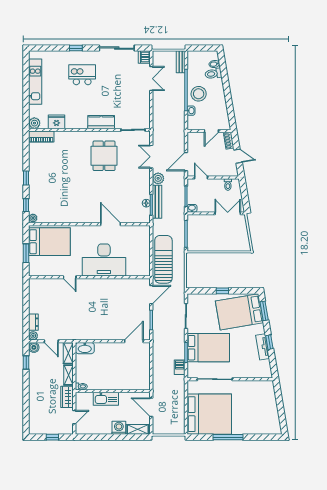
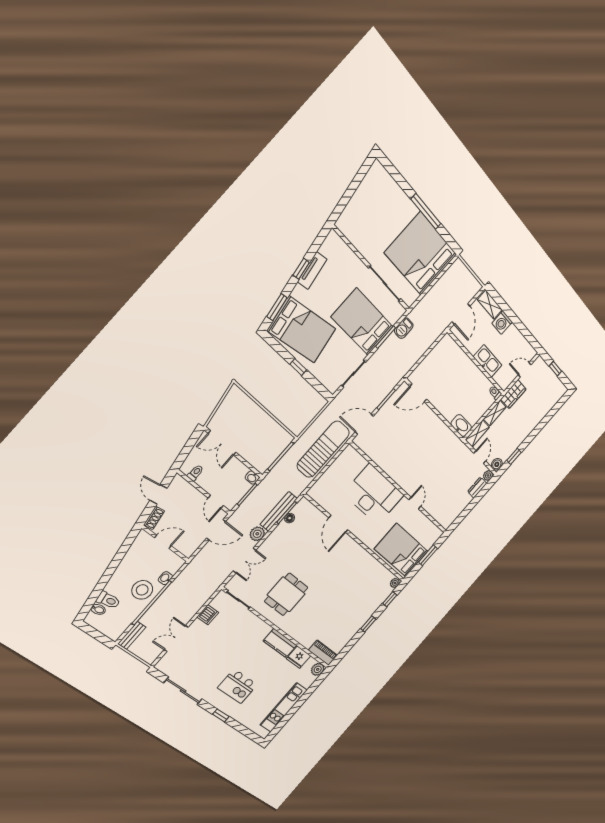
dishwasher: (144, 57) -> (208, 615), moved
kitchen counter: (101, 122) -> (280, 643), moved
sun lounger: (163, 259) -> (323, 449), turned 180

